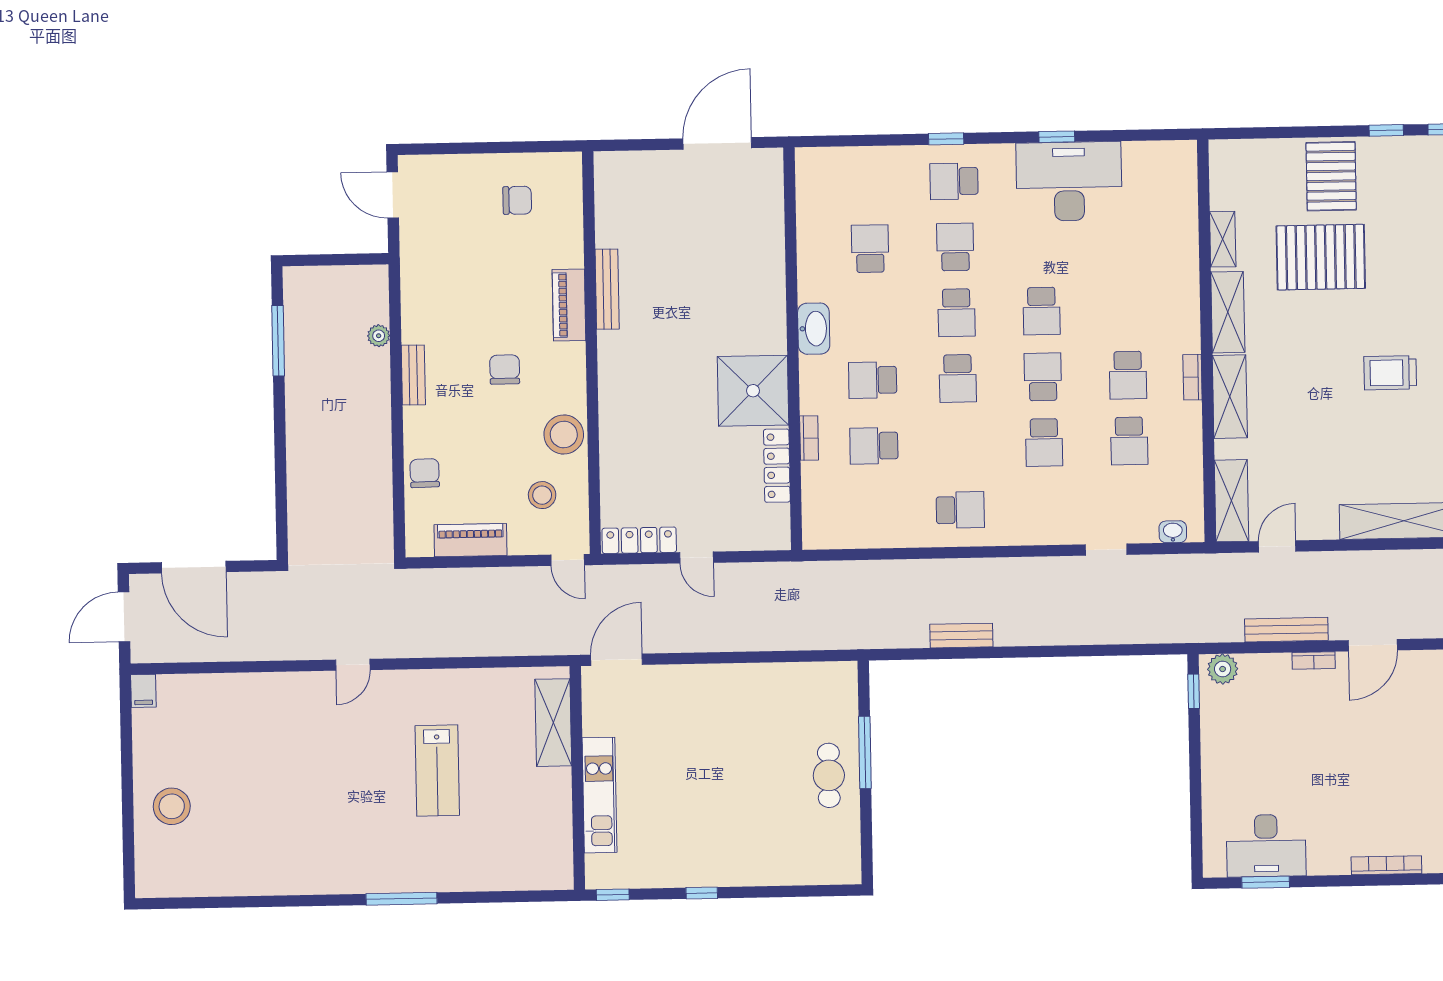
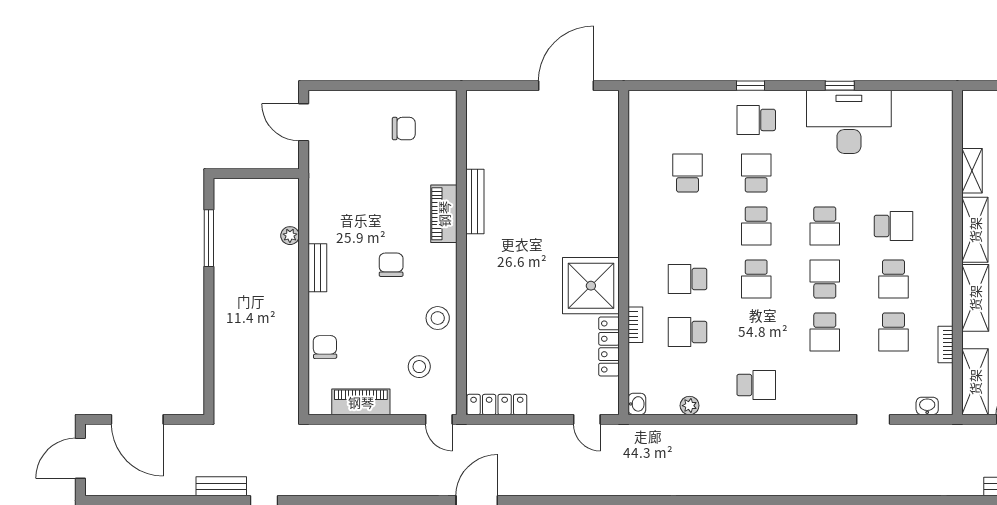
school desk: (1127, 309) -> (893, 226), added
washbasin: (814, 329) -> (637, 404), moved, width x0.52, depth x0.69
bookcase: (1192, 377) -> (945, 345), moved
stool: (564, 434) -> (438, 318), width x0.73, depth x0.73
plant: (878, 537) -> (690, 406), added
door: (697, 558) -> (587, 419), moved
bench: (961, 636) -> (221, 486), moved

